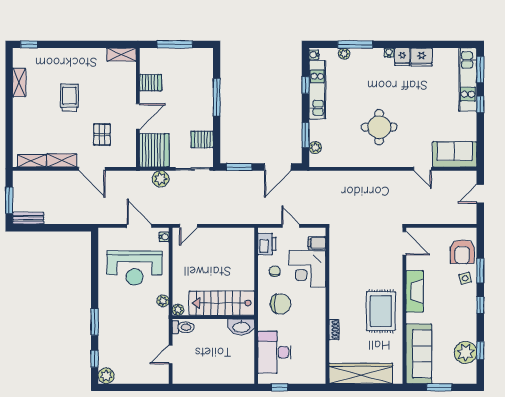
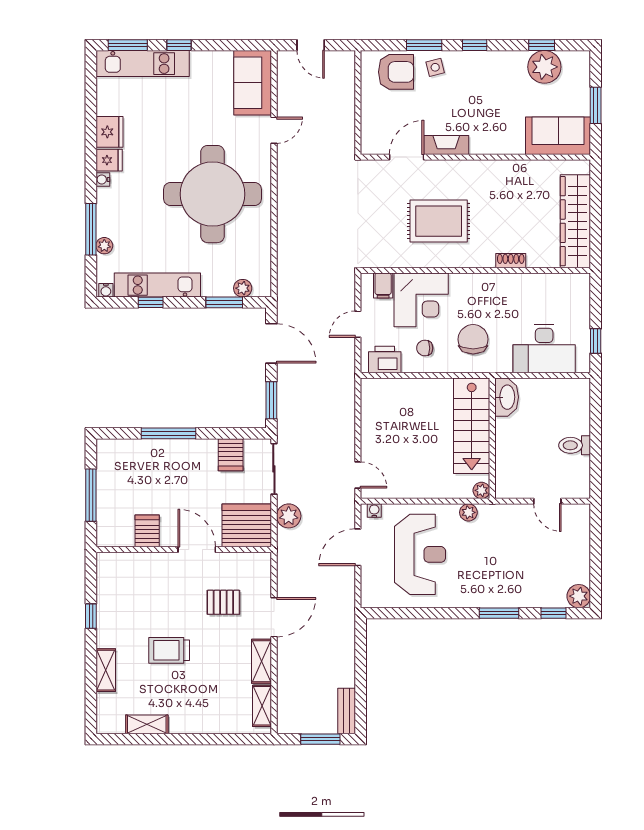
window: (29, 44) -> (91, 616), moved
shelving: (121, 55) -> (106, 670), moved
round table: (379, 127) -> (213, 194), width x1.86, depth x1.86
door: (404, 243) -> (407, 157), moved
fireplace: (415, 291) -> (446, 145), width x0.73, depth x0.76
rug: (381, 311) -> (439, 221), moved
toilet: (183, 327) -> (575, 445), moved, turned -90
sofa: (419, 354) -> (558, 136), width x0.73

